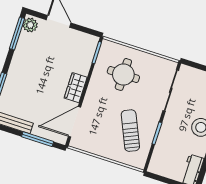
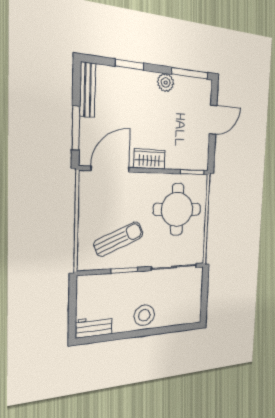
plant: (30, 25) -> (166, 83), moved
round table: (123, 74) -> (177, 209), width x1.36, depth x1.36
door: (74, 122) -> (110, 169), hinge flipped

